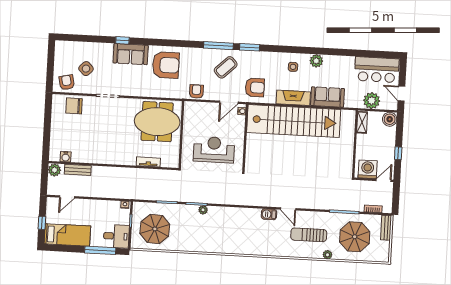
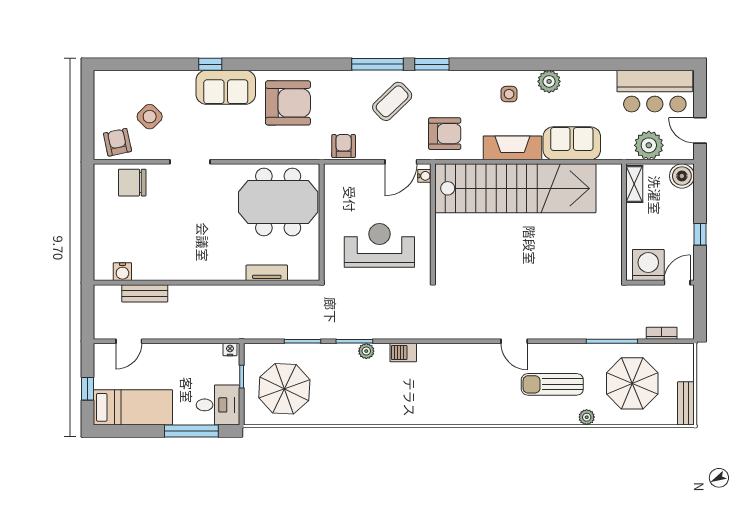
plant: (55, 170) -> (104, 296), removed
barbecue: (269, 214) -> (403, 353), moved
bench: (386, 228) -> (686, 403), moved

